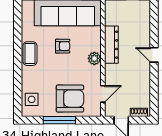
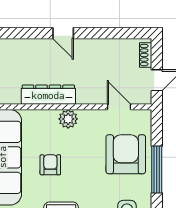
door: (154, 55) -> (63, 33), hinge flipped

